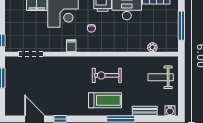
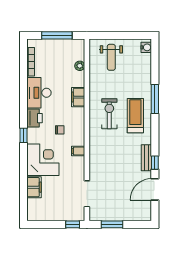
filing cabinet: (123, 46) -> (78, 97), added
exercise bike: (107, 75) -> (109, 114), turned 180
bench: (145, 111) -> (146, 158), moved

